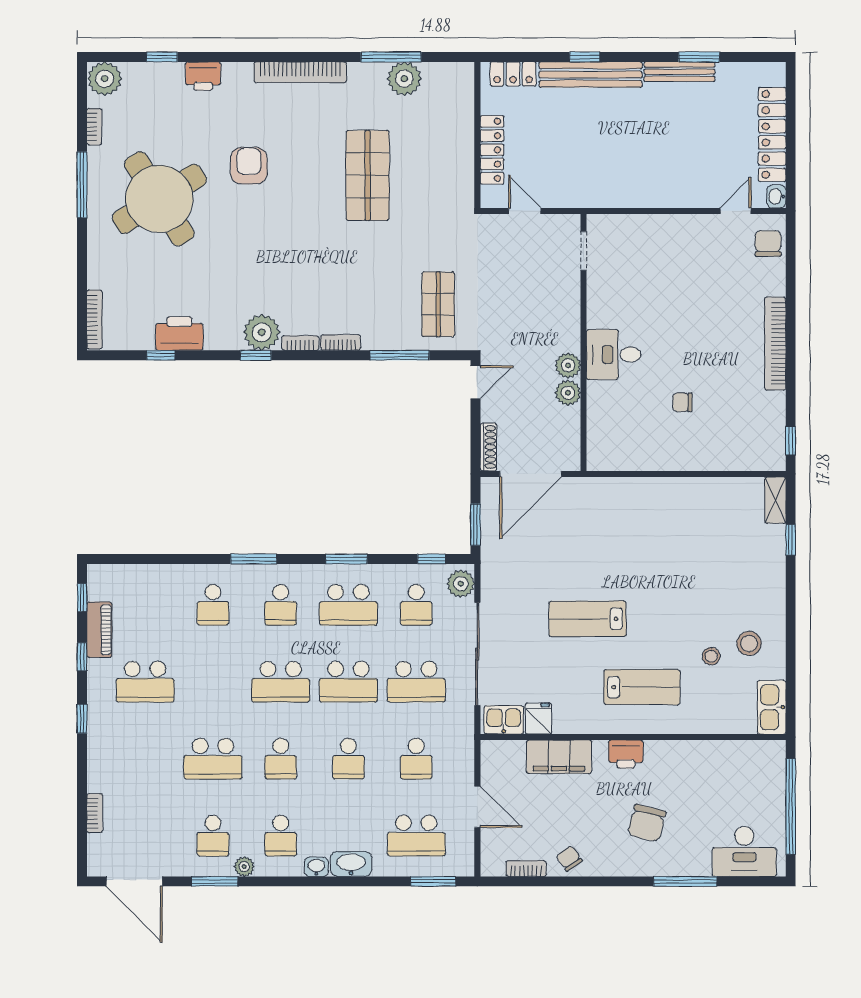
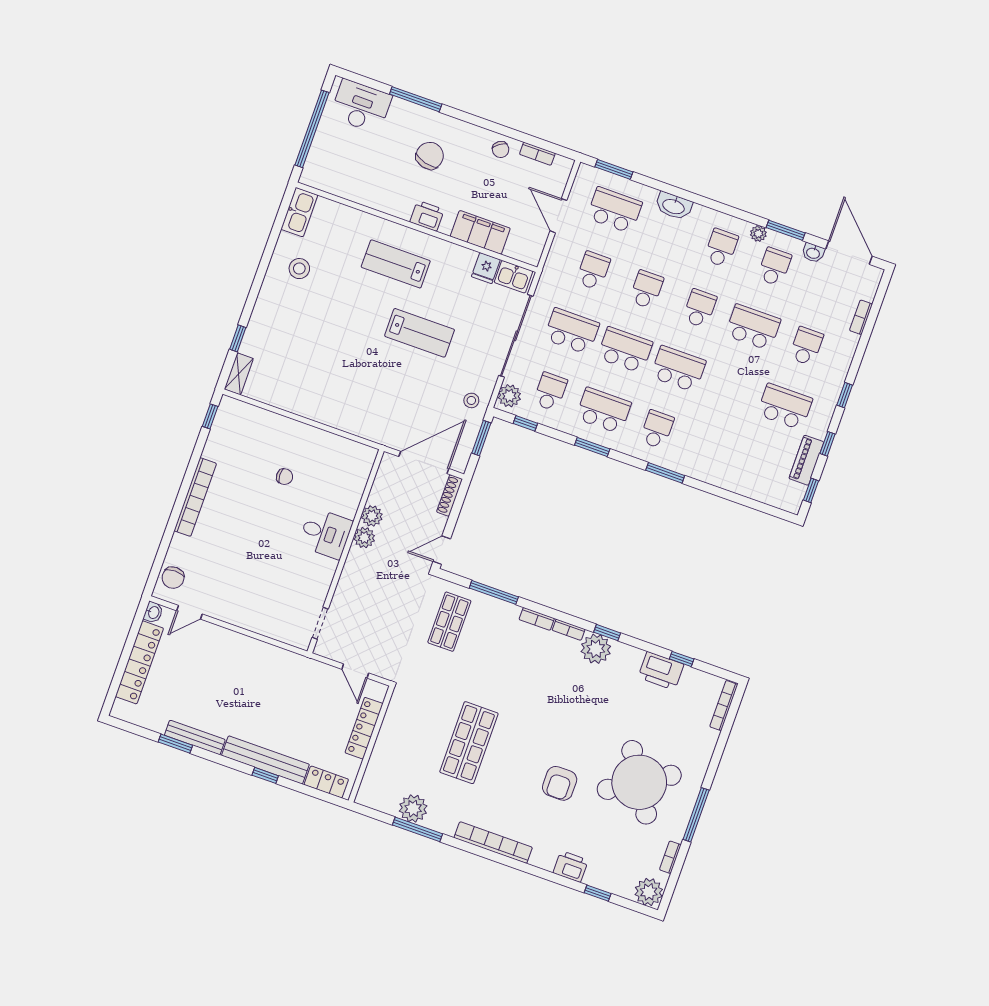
school desk: (213, 605) -> (806, 346), moved
stool: (711, 656) -> (471, 400), moved
washbasin: (316, 867) -> (813, 253), moved

